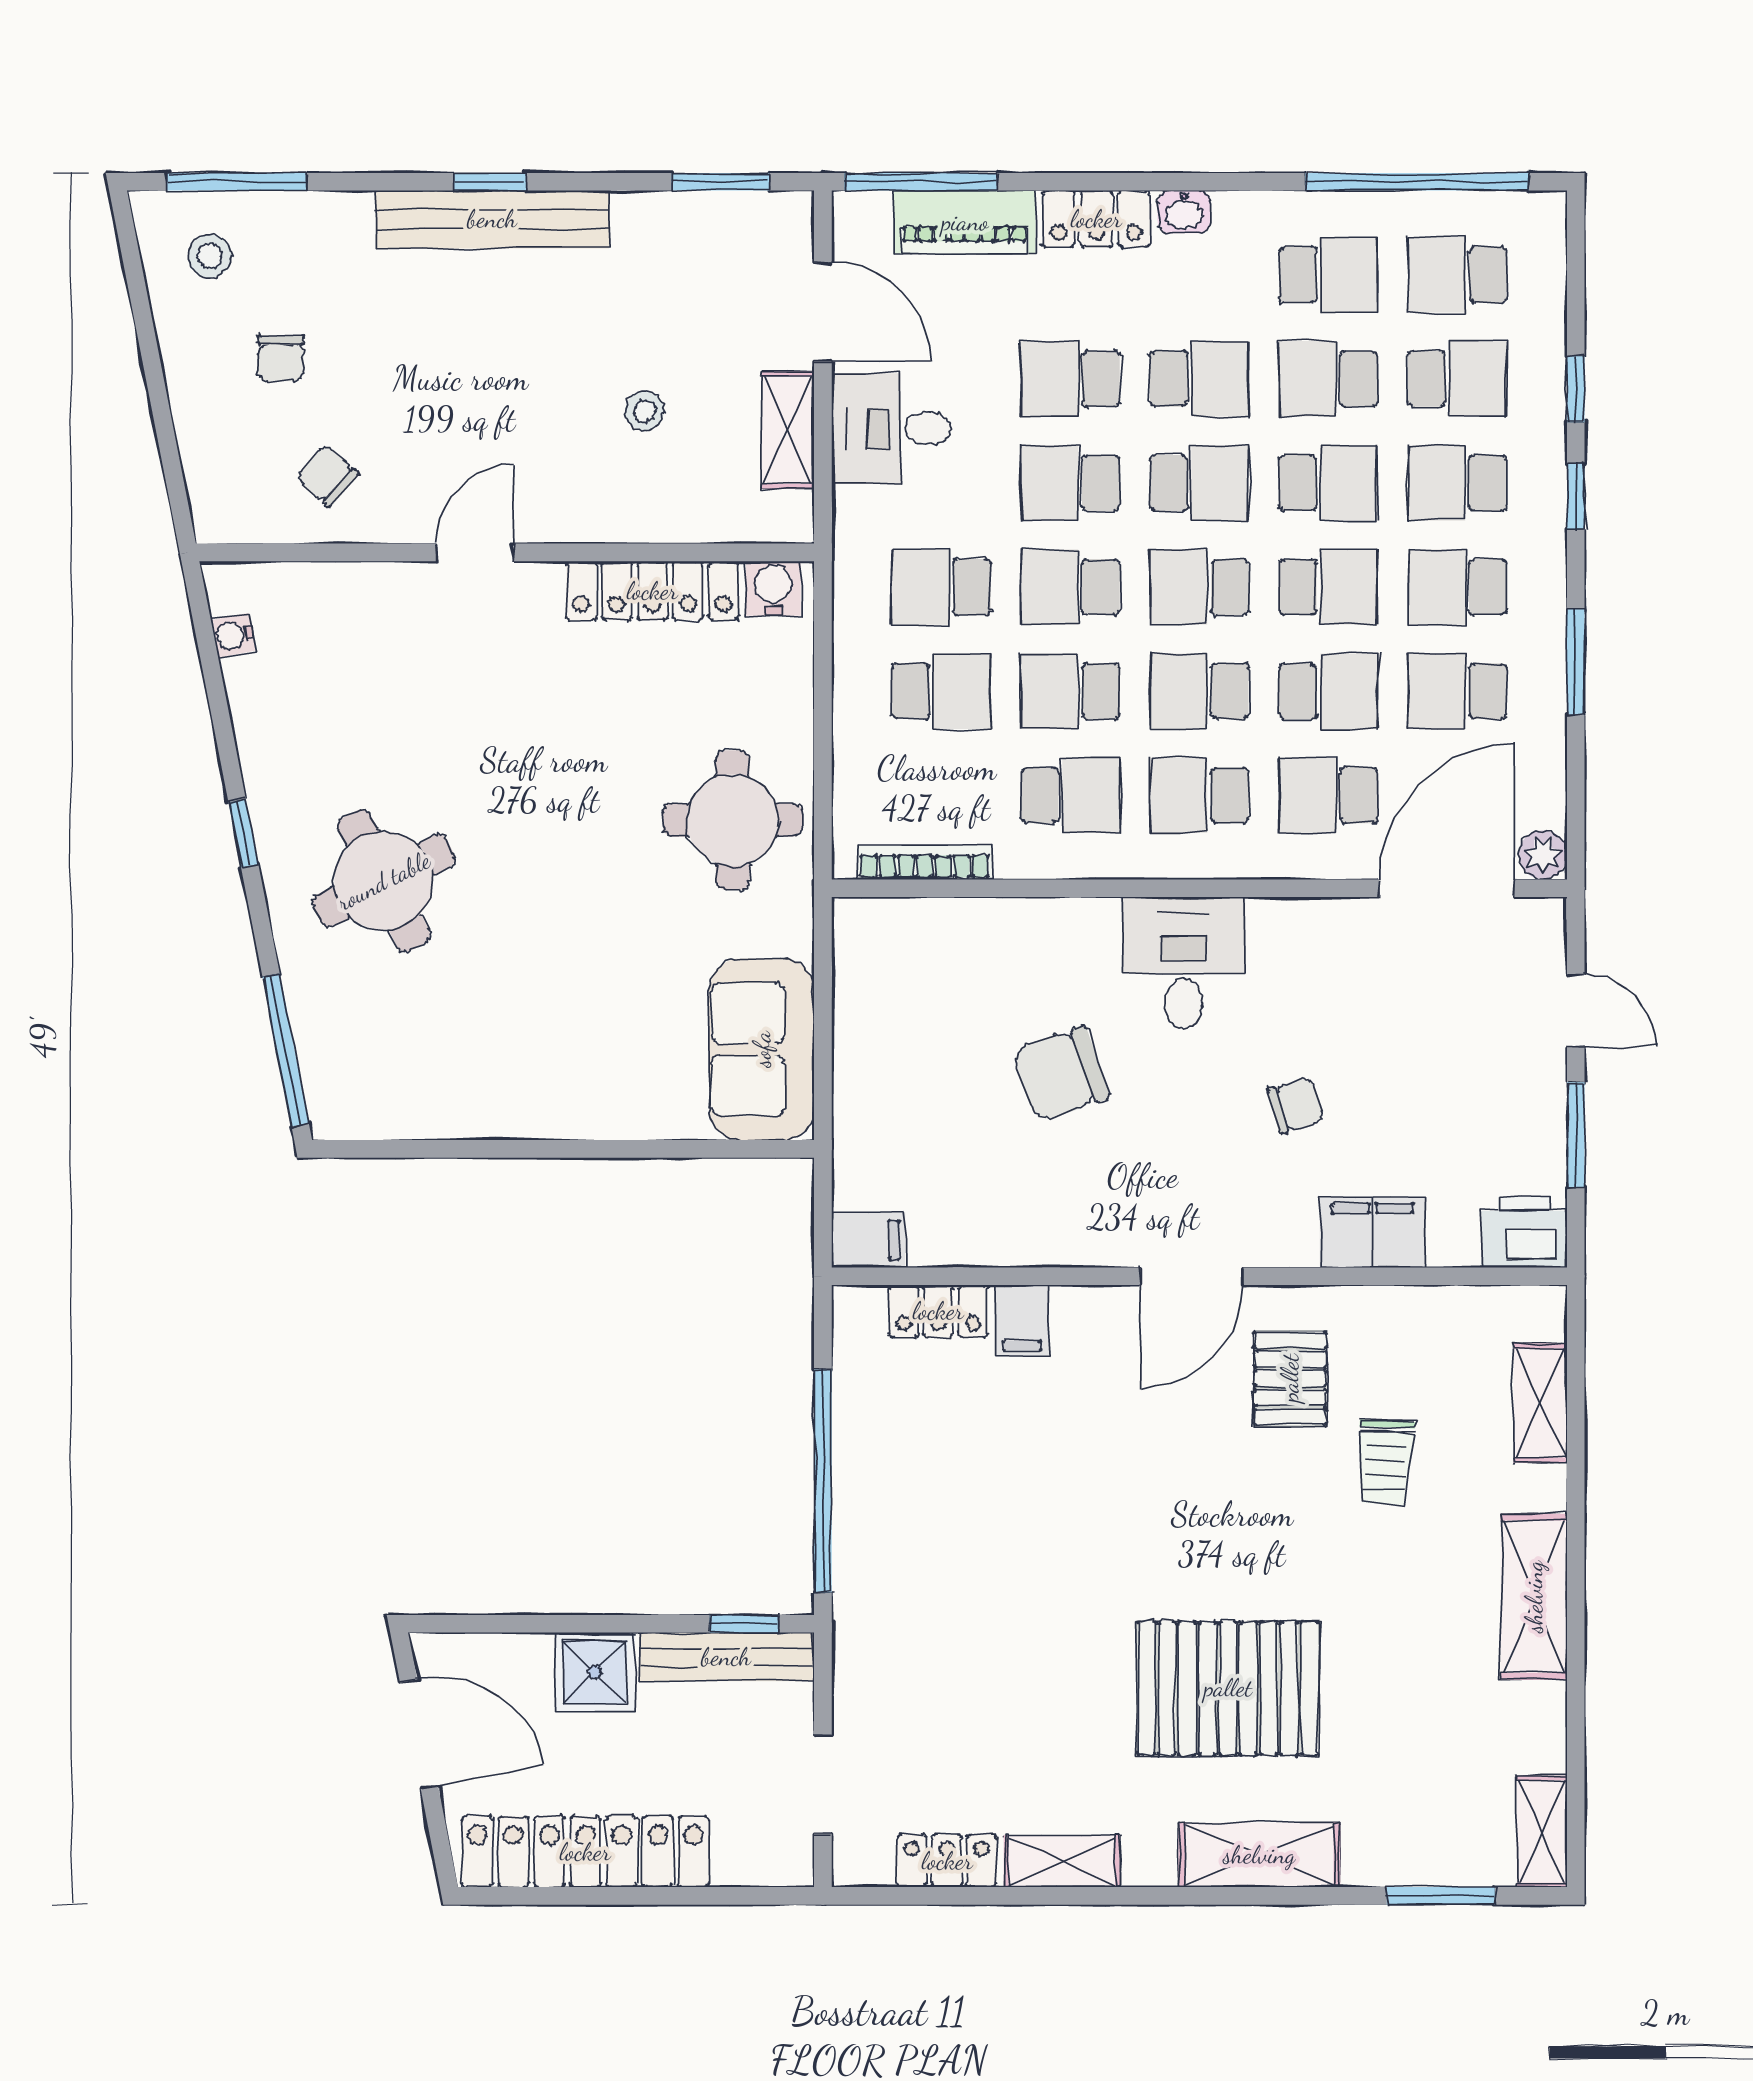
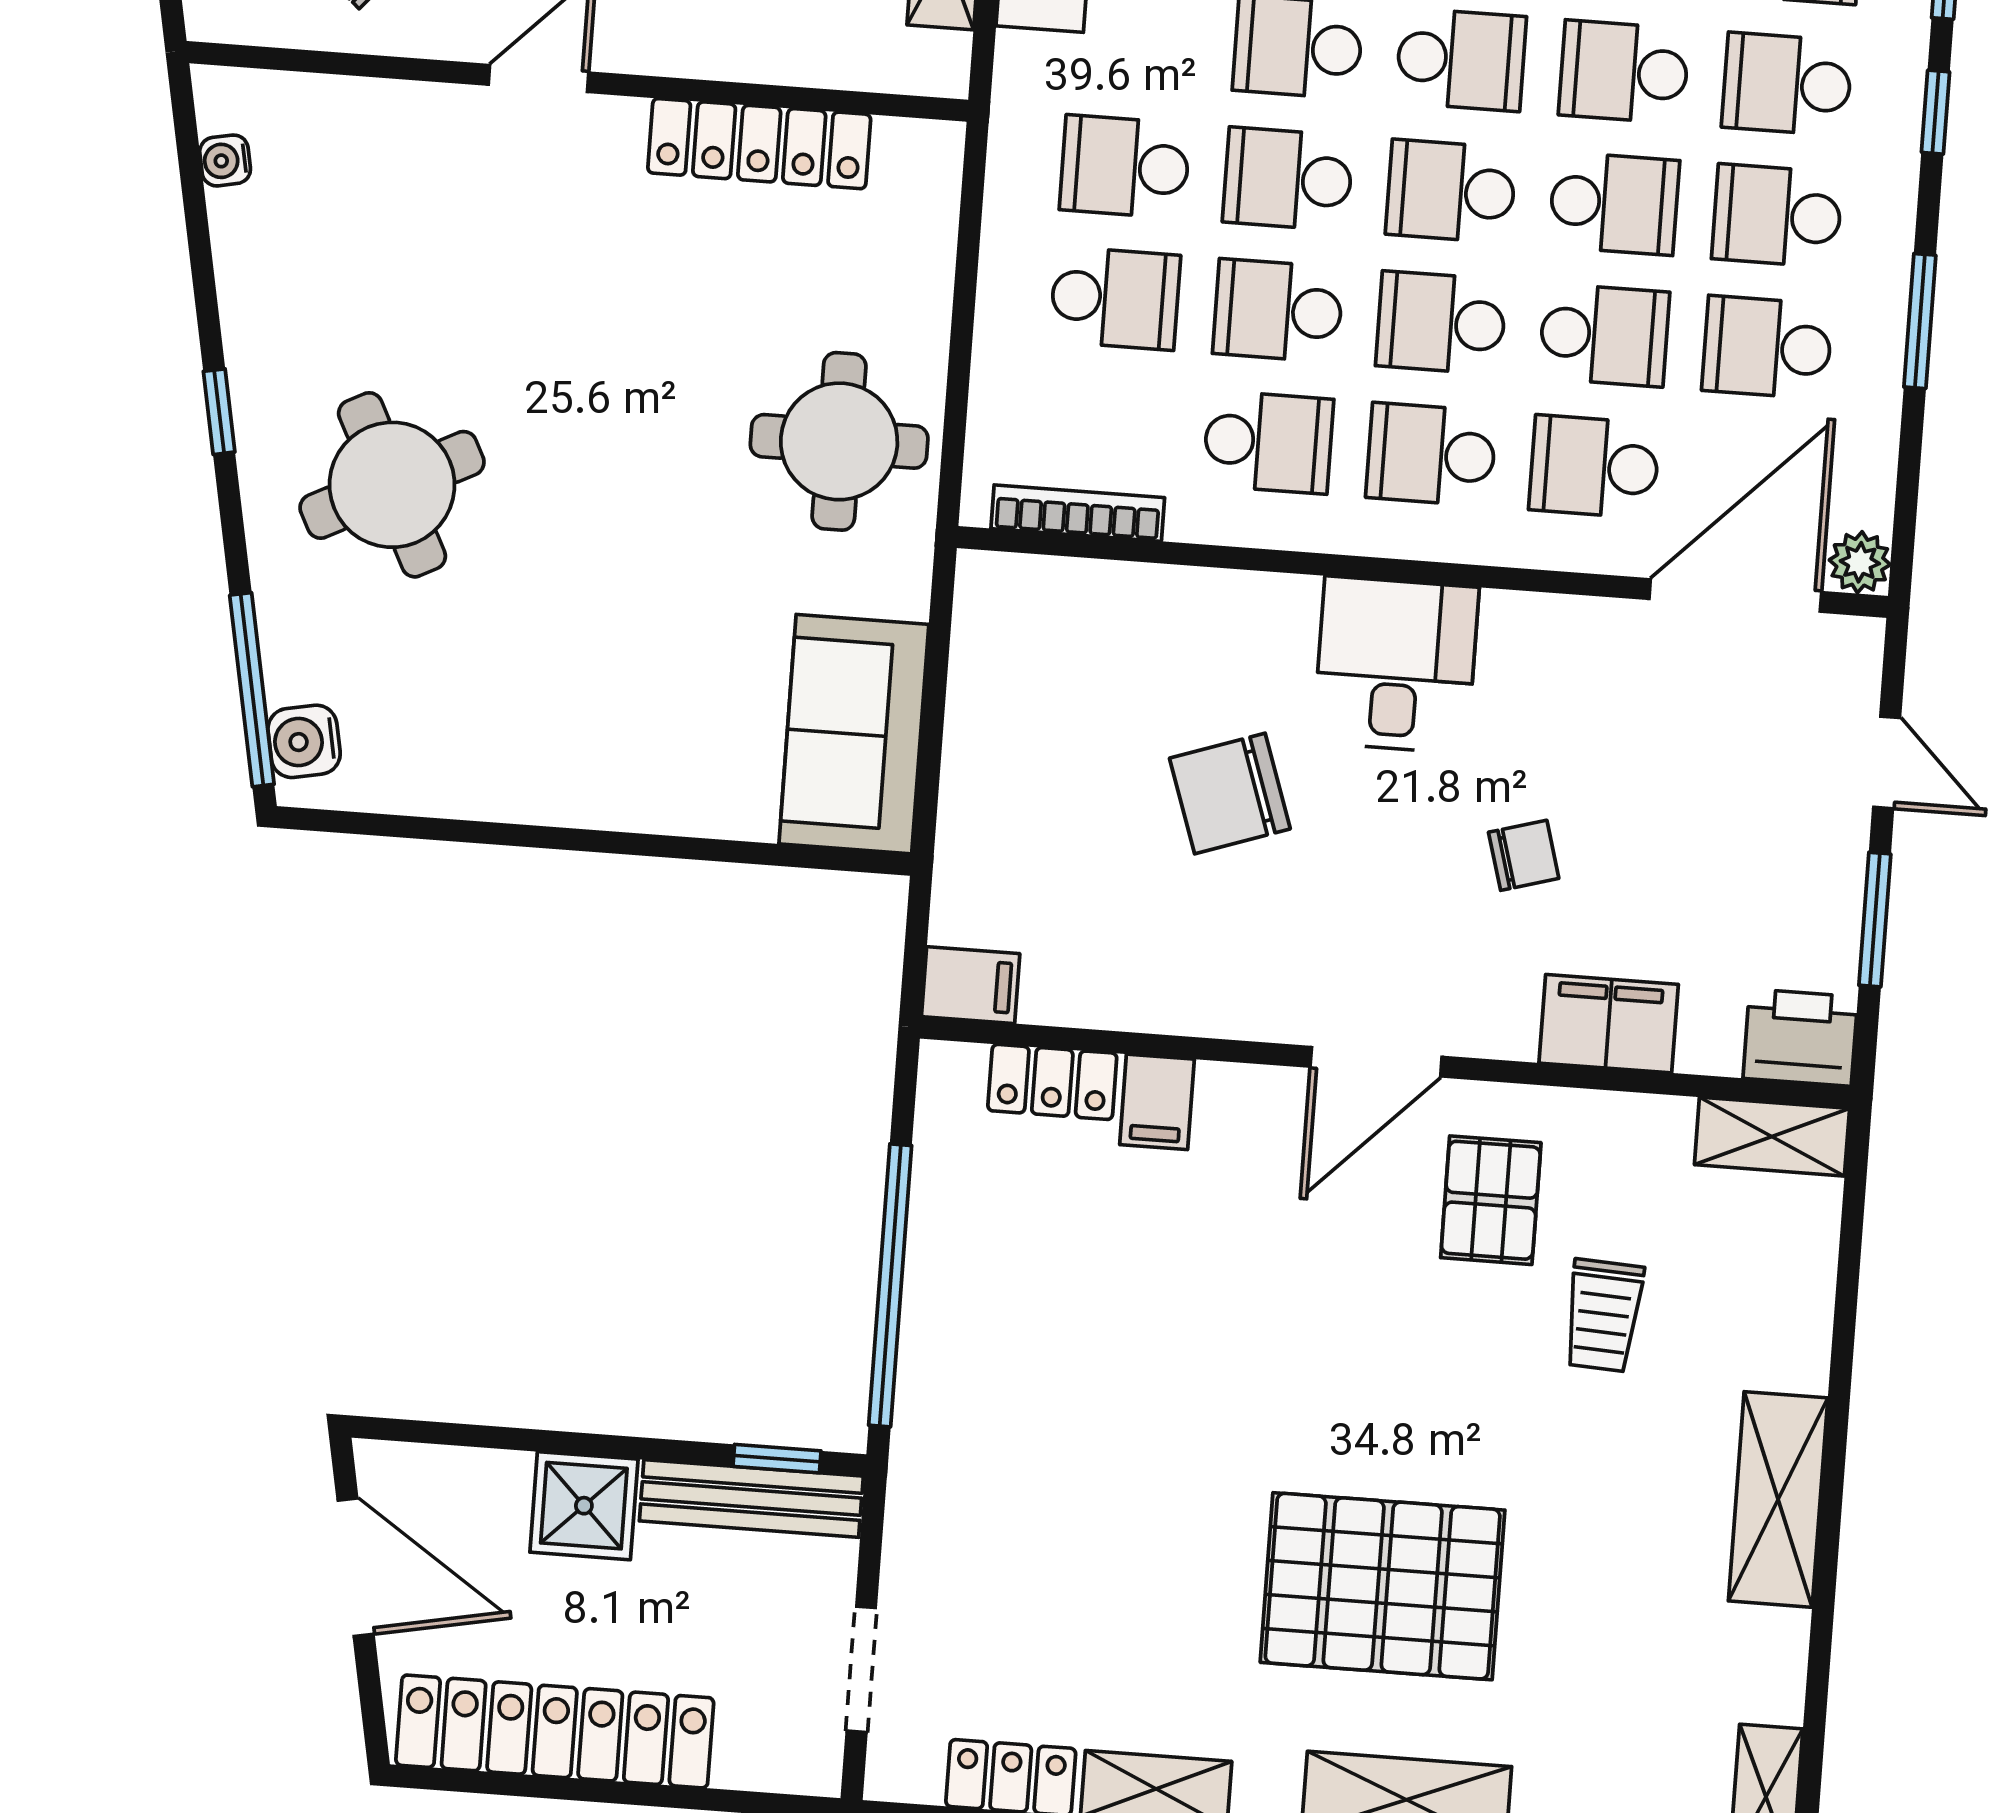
school desk: (1328, 483) -> (1624, 72), turned 180
water cooler: (773, 588) -> (304, 741), moved, turned -101
shelving: (1540, 1403) -> (1772, 1137), moved, turned 90

